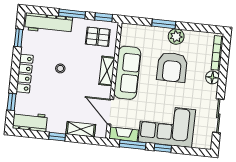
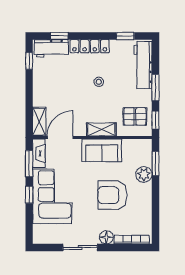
window: (164, 24) -> (155, 164), moved
pallet: (98, 37) -> (135, 116), turned 90
plant: (176, 37) -> (144, 174), moved
sofa: (127, 73) -> (102, 150), width x0.73
sliding door: (218, 116) -> (80, 248), moved
workbench: (30, 122) -> (51, 48), moved, turned 90
shelving: (81, 129) -> (39, 122), moved
window: (57, 137) -> (29, 61), moved

